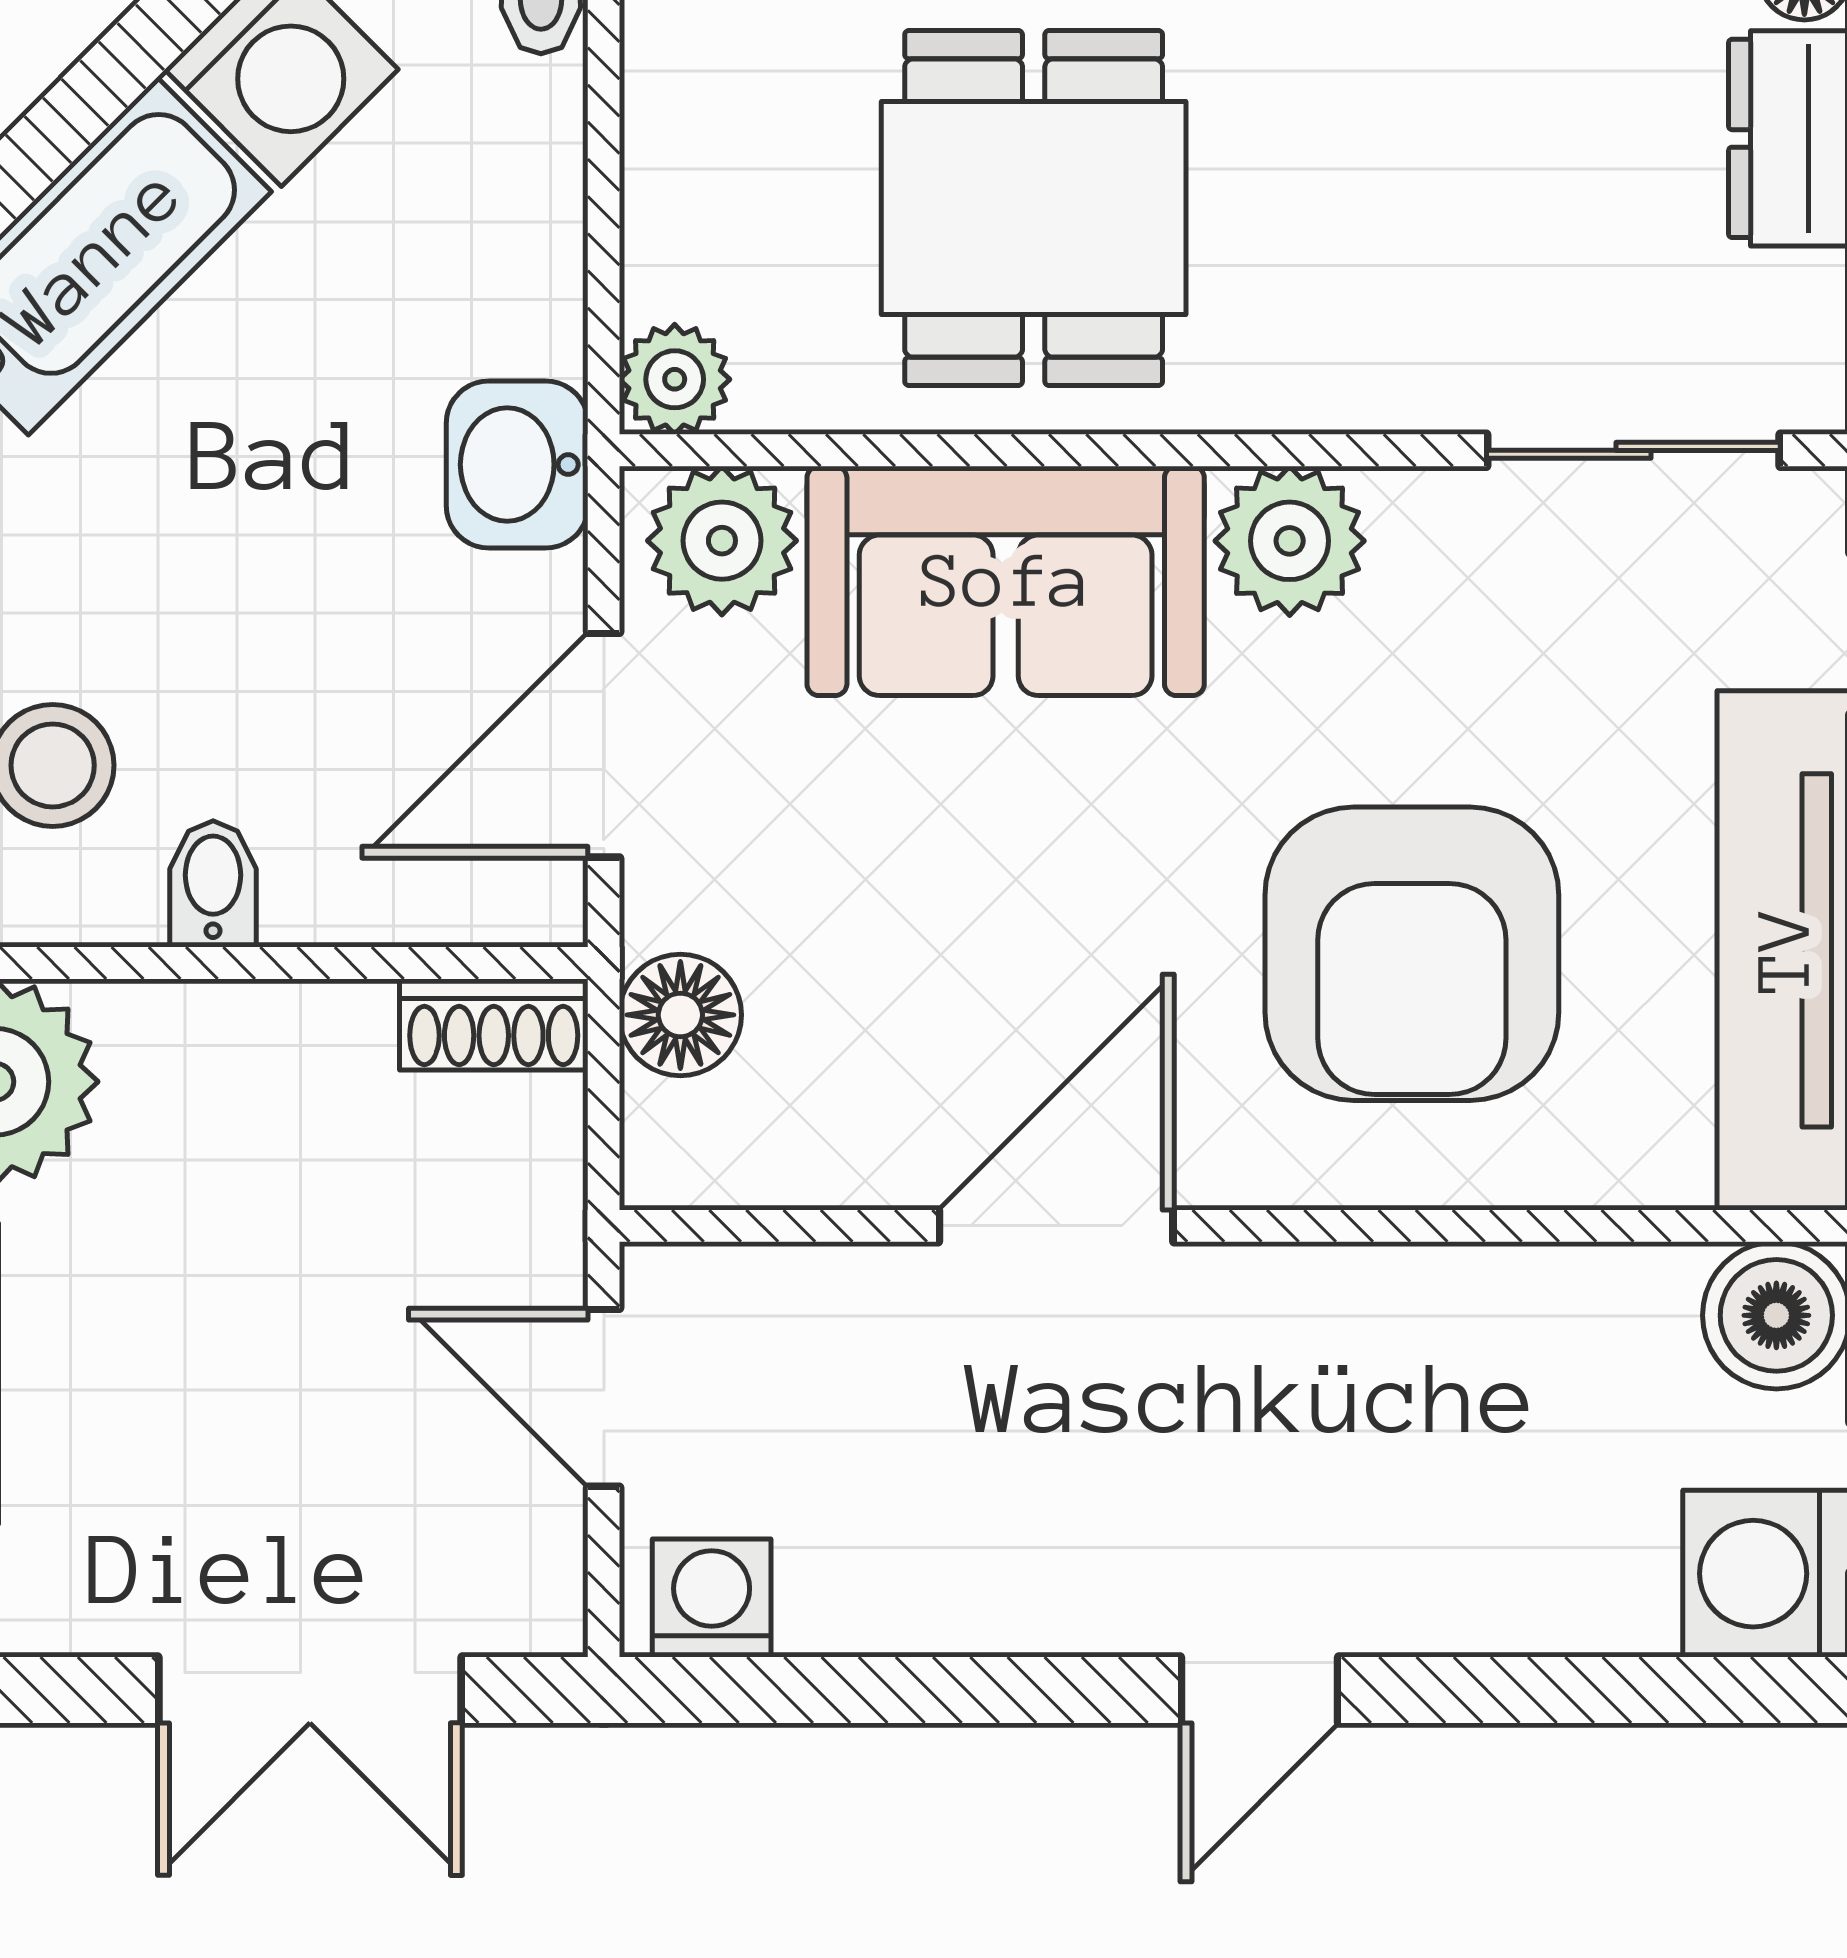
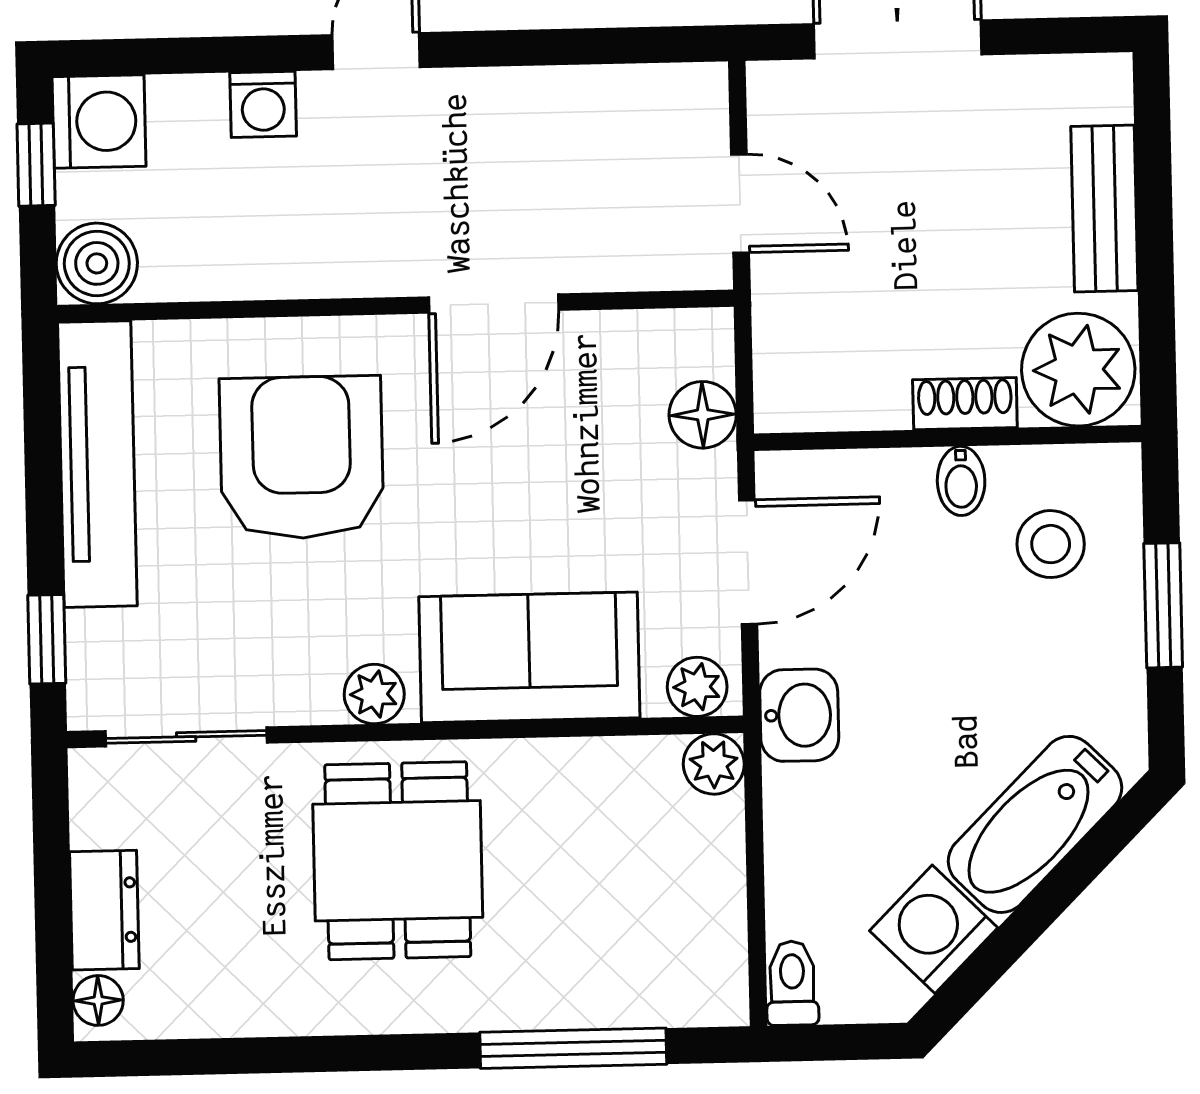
dining table: (1034, 208) -> (398, 861), moved
plant: (722, 541) -> (697, 687), width x0.73, depth x0.73
plant: (1290, 541) -> (374, 694), width x0.73, depth x0.73
shoe rack: (494, 1025) -> (965, 404), moved
washing machine: (712, 1598) -> (263, 104), moved

